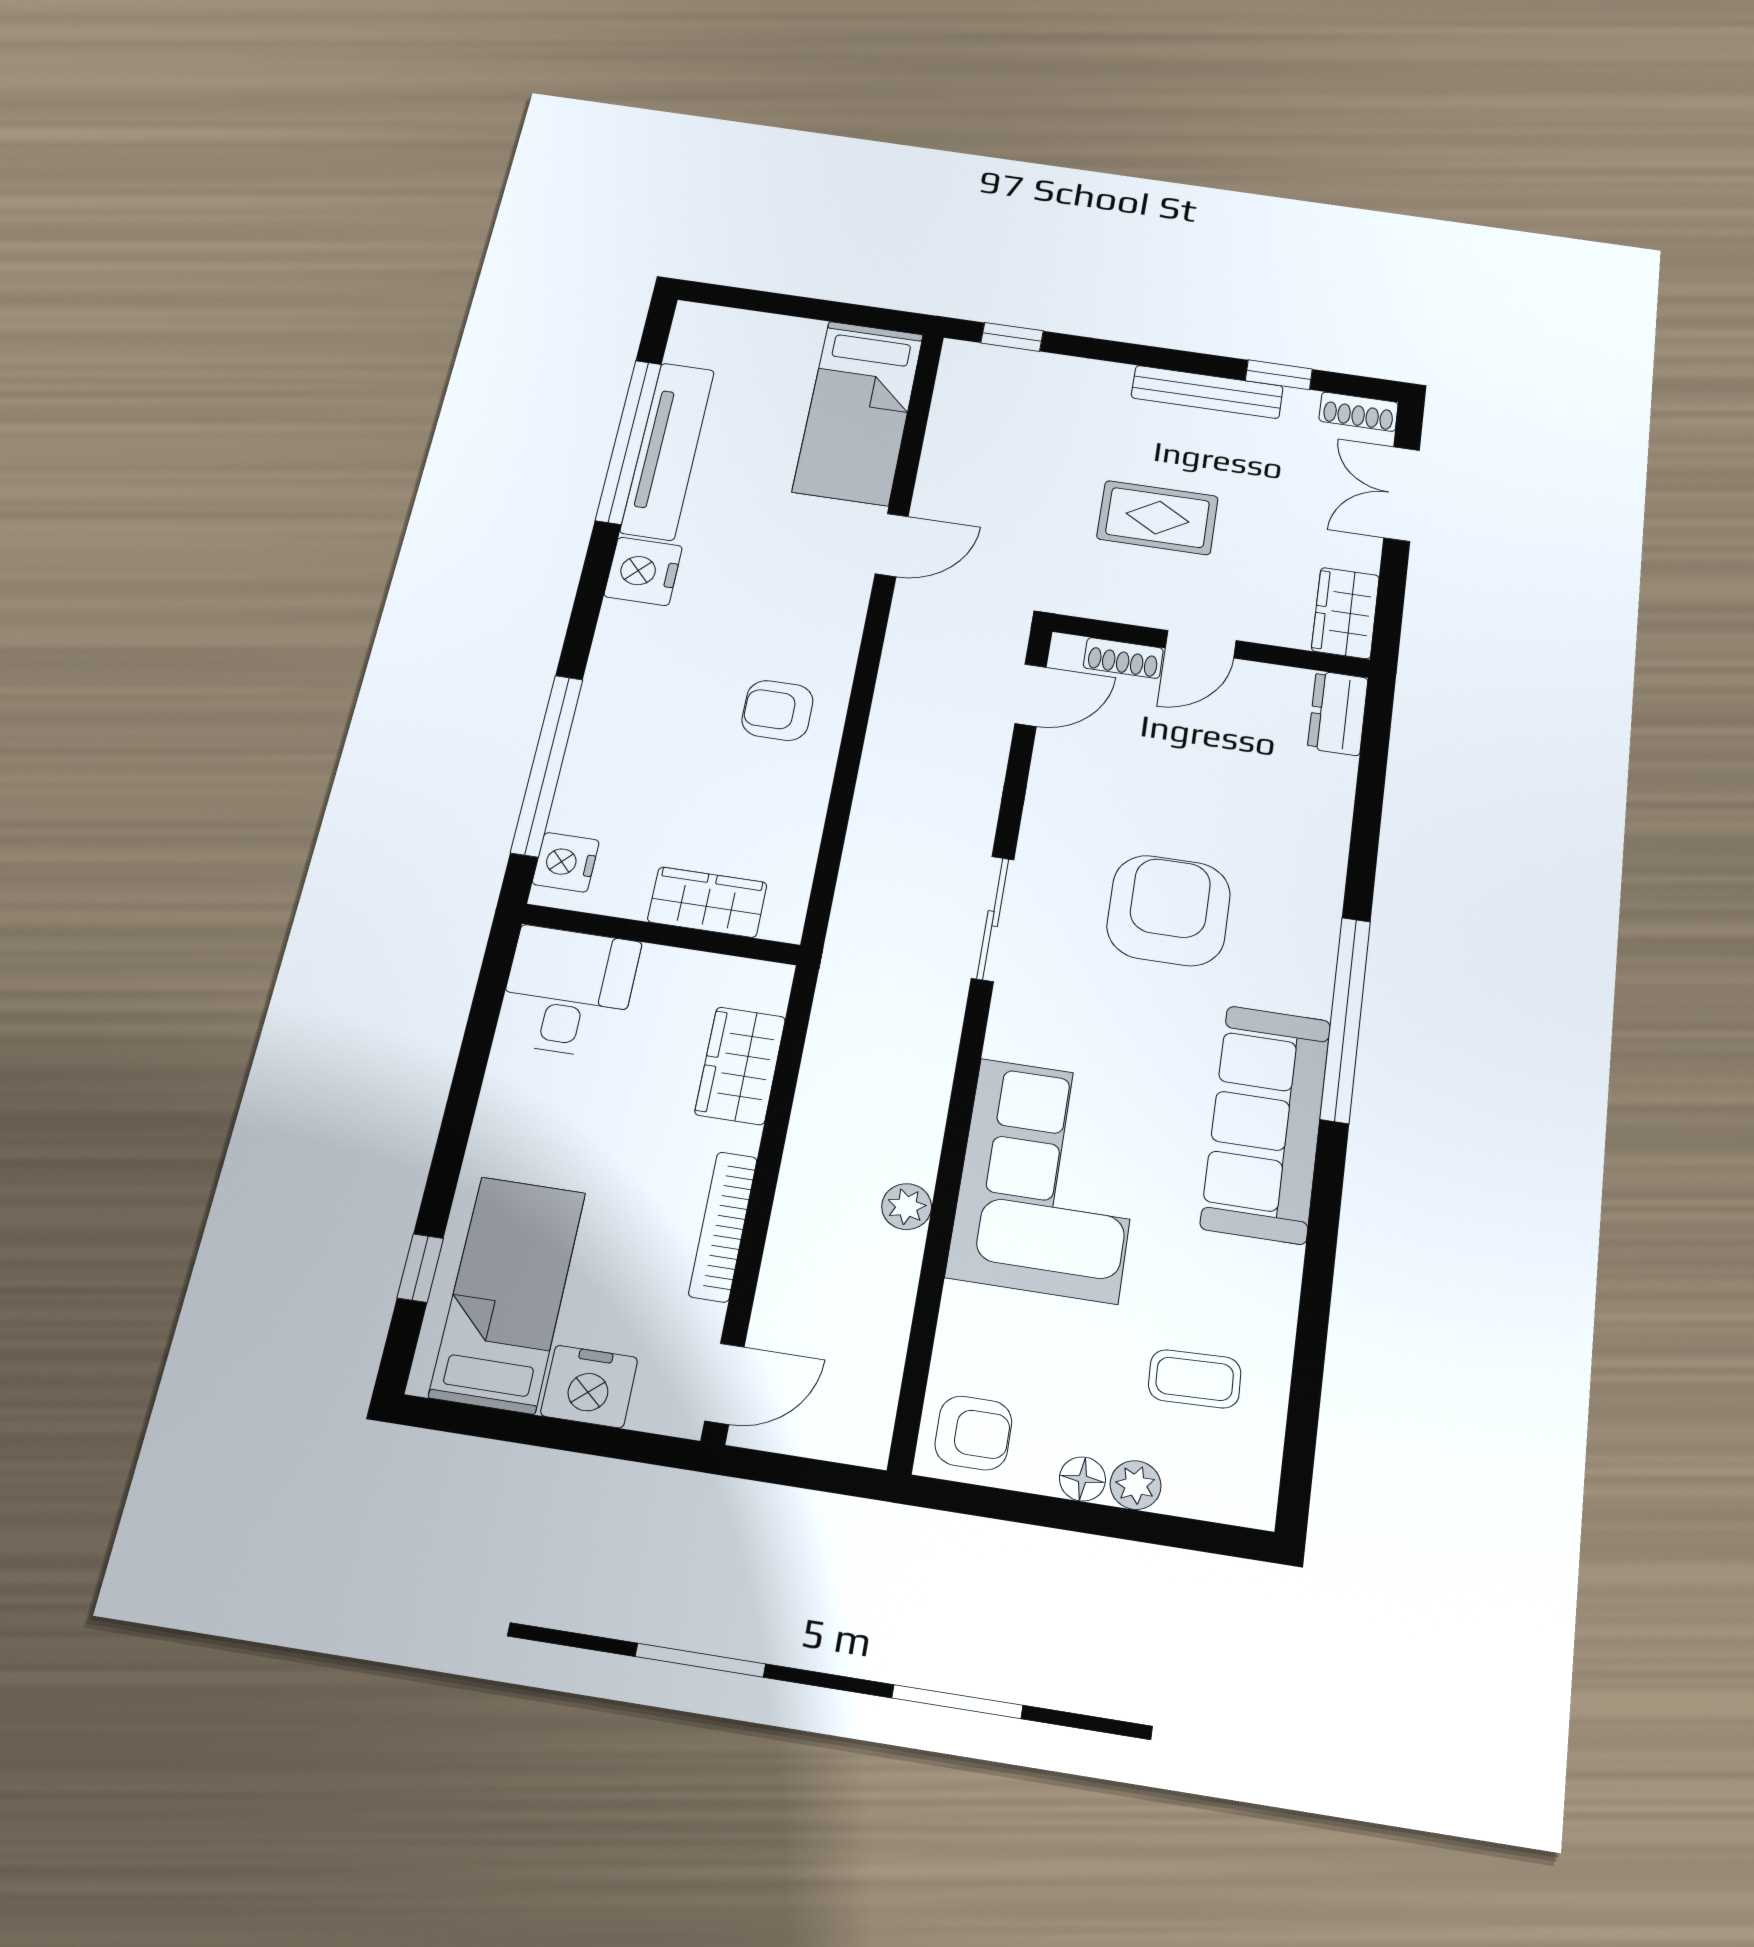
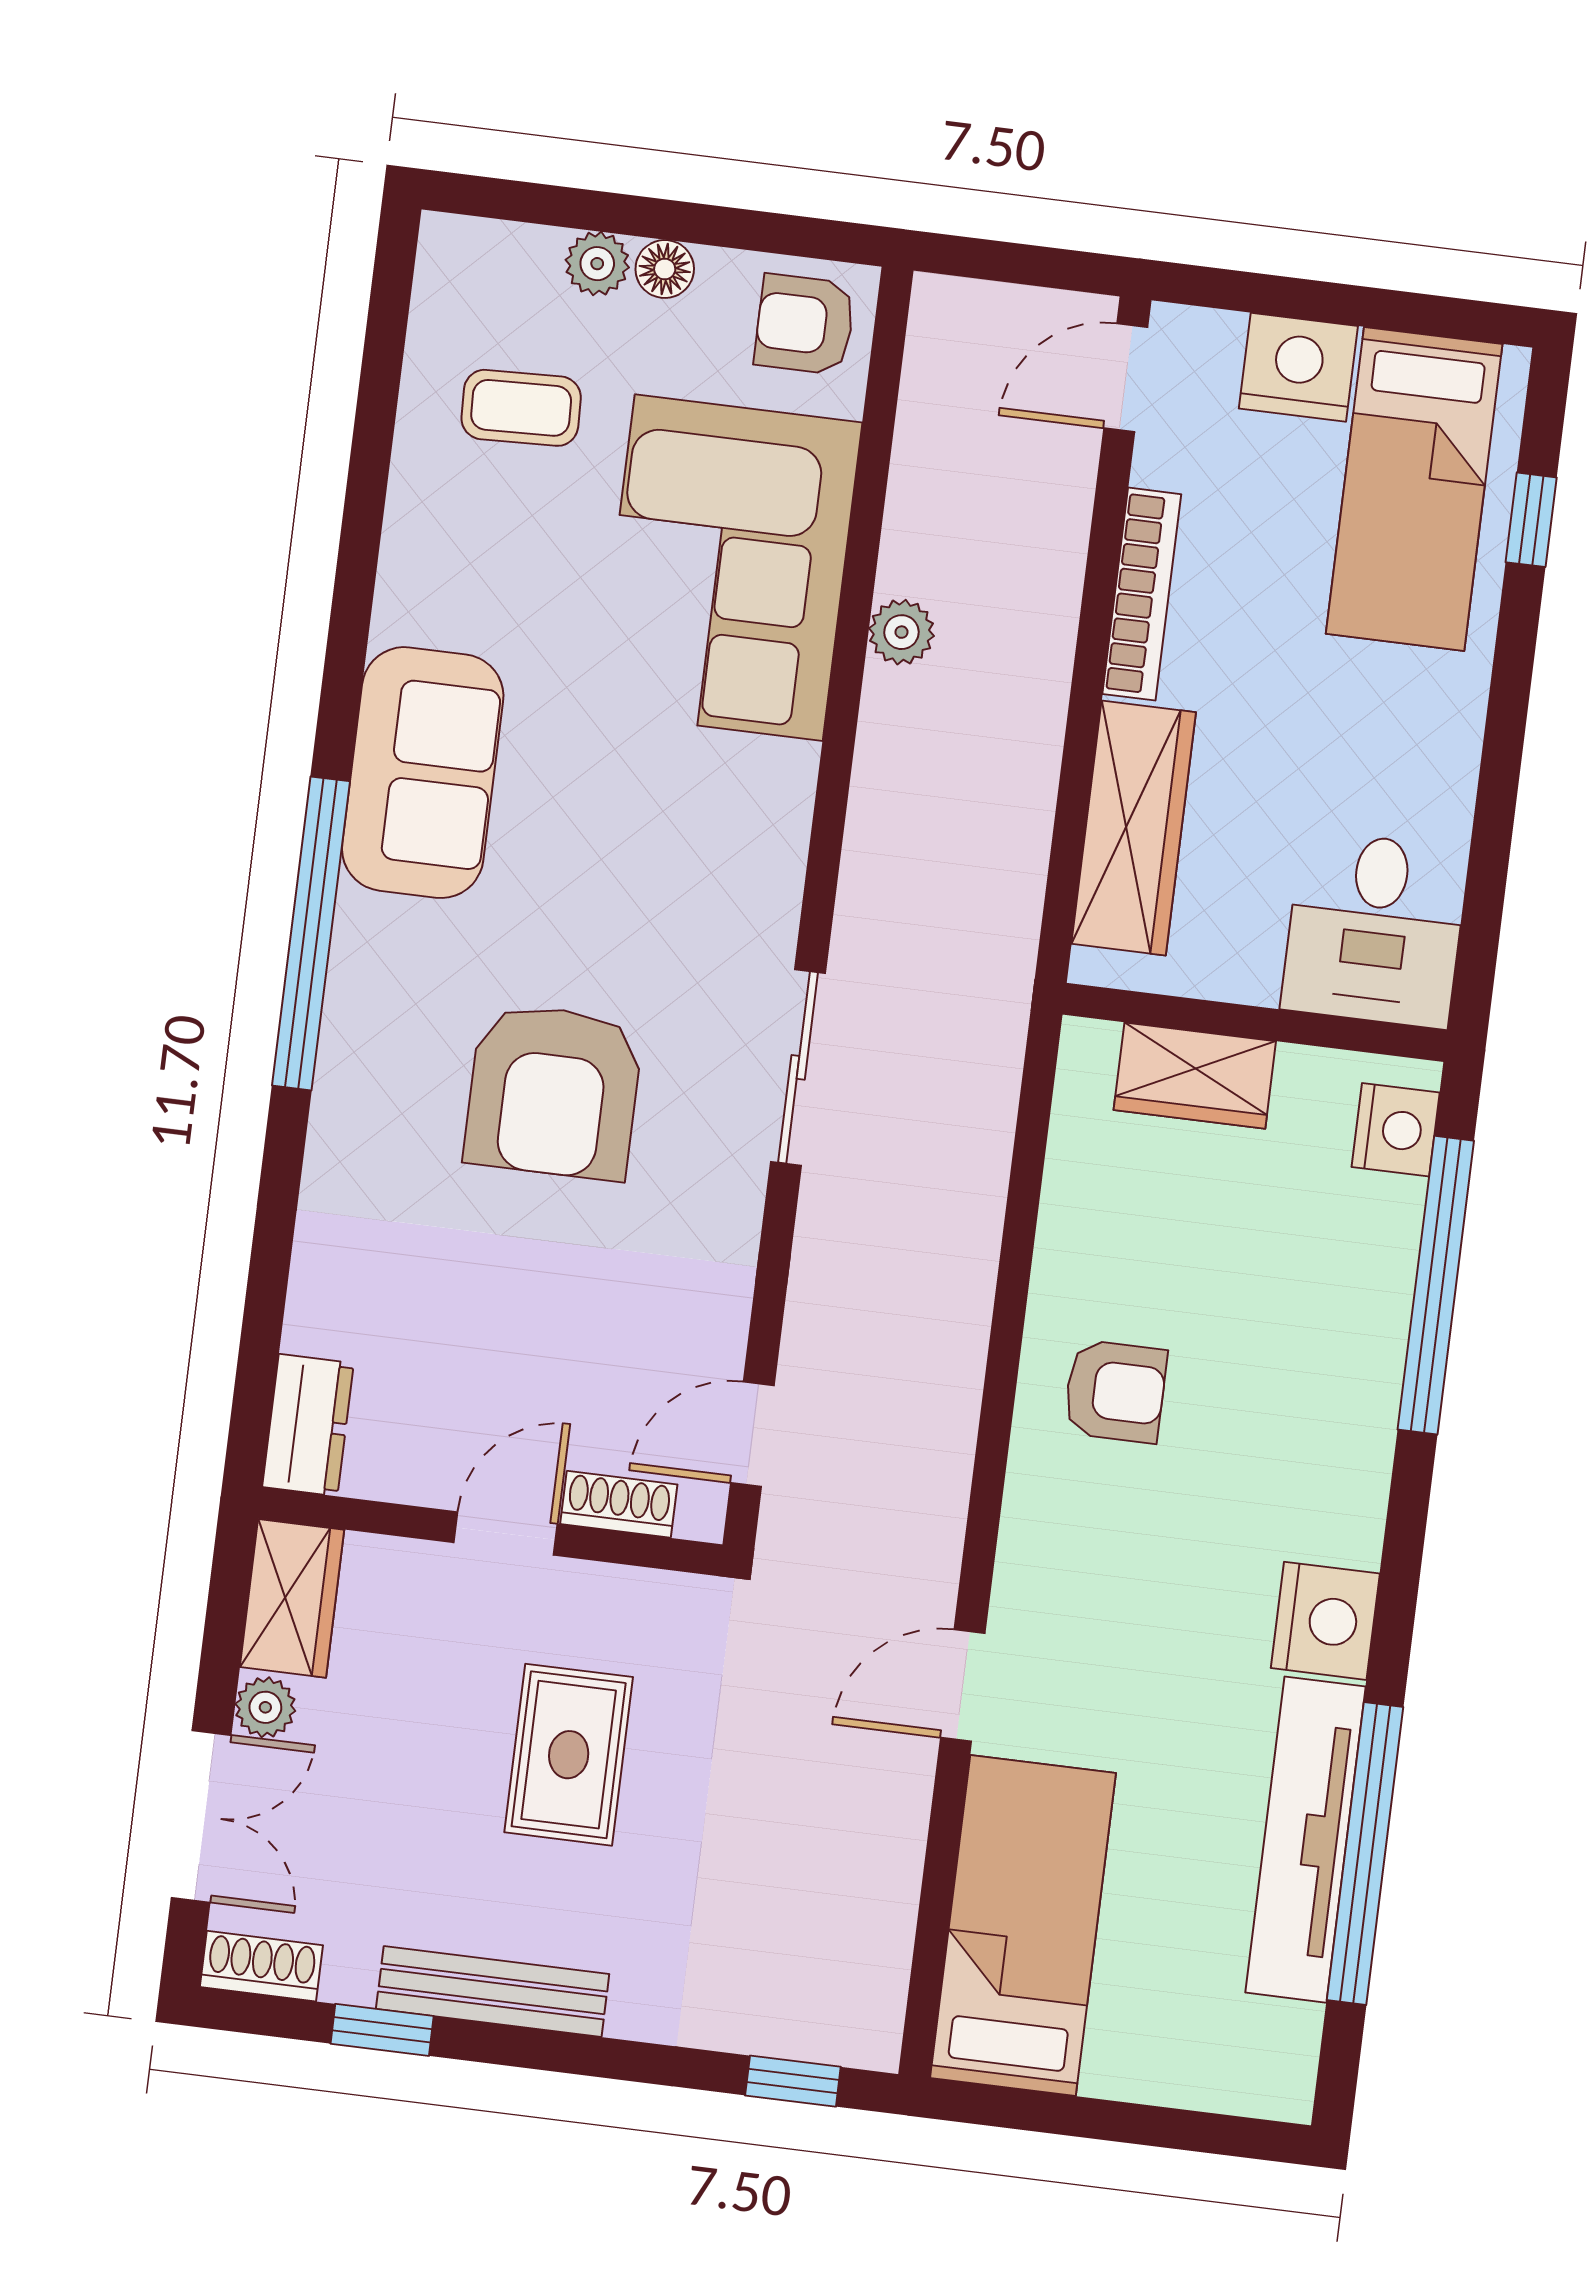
rug: (1158, 518) -> (569, 1755), turned 90
plant: (1361, 552) -> (265, 1707), added
wardrobe: (740, 1066) -> (1134, 828), width x1.50
sofa: (1266, 1123) -> (423, 773), width x0.73
corner sofa: (1048, 1179) -> (729, 568), moved

